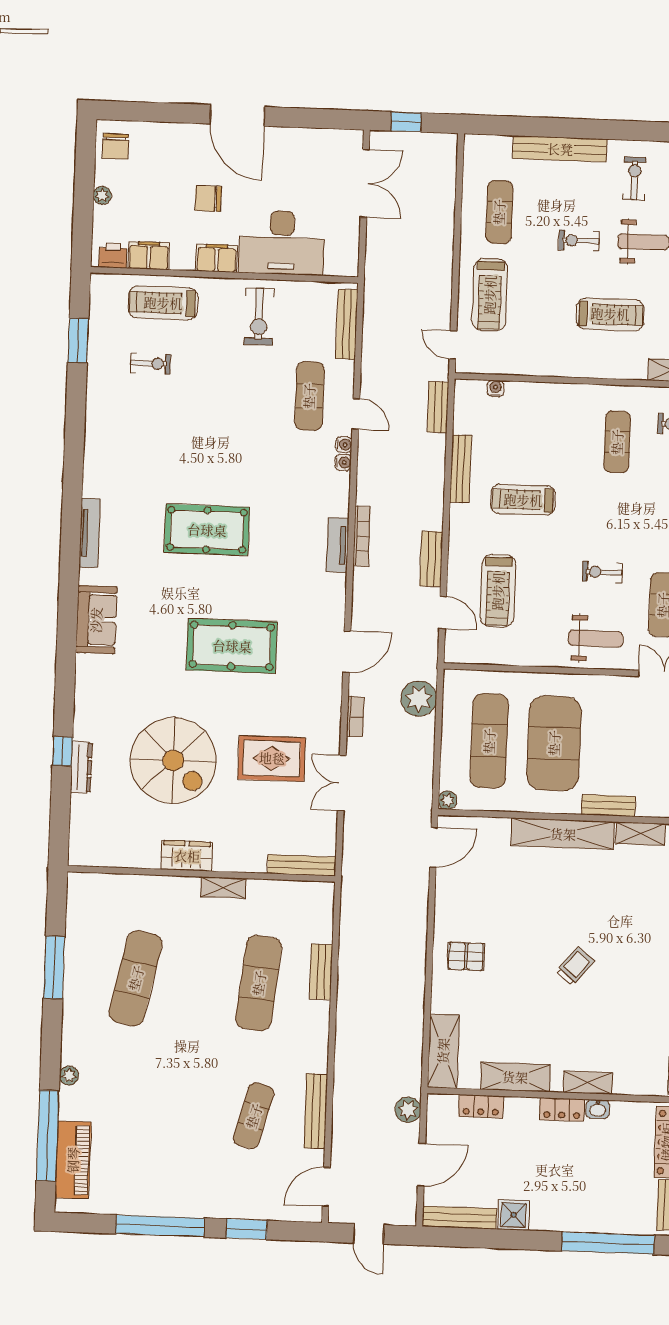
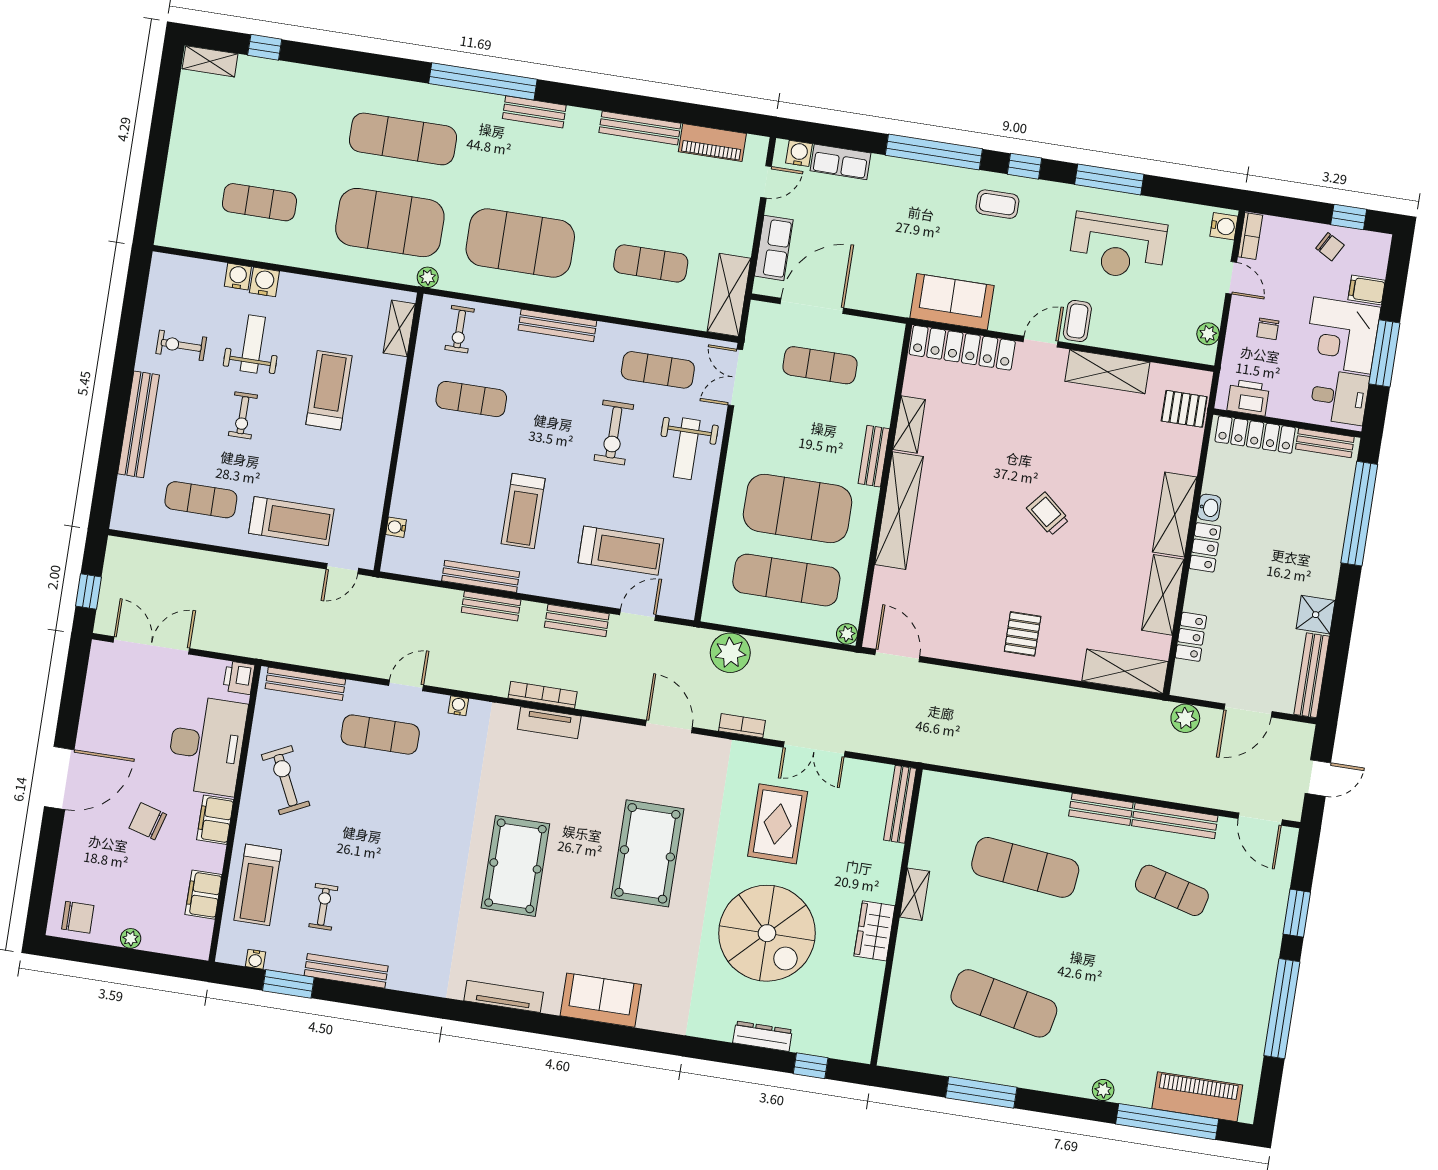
chair: (208, 198) -> (148, 821), turned 106
printer: (113, 255) -> (239, 678), moved
exercise bike: (259, 317) -> (286, 780), turned -116
bench: (96, 390) -> (346, 971), added
bench: (438, 407) -> (491, 606), moved
water cooler: (344, 445) -> (255, 959), moved, turned 180
exercise bike: (602, 572) -> (614, 433), width x1.38, depth x1.39
weight bench: (596, 639) -> (687, 449), turned 180
window: (62, 751) -> (811, 1066), moved
spiral stairs: (173, 760) -> (767, 933), turned 90
bench: (321, 972) -> (1101, 809), moved
shelving: (588, 1083) -> (1175, 514), width x1.50, depth x1.33
door: (421, 1165) -> (1248, 710), swing flipped

